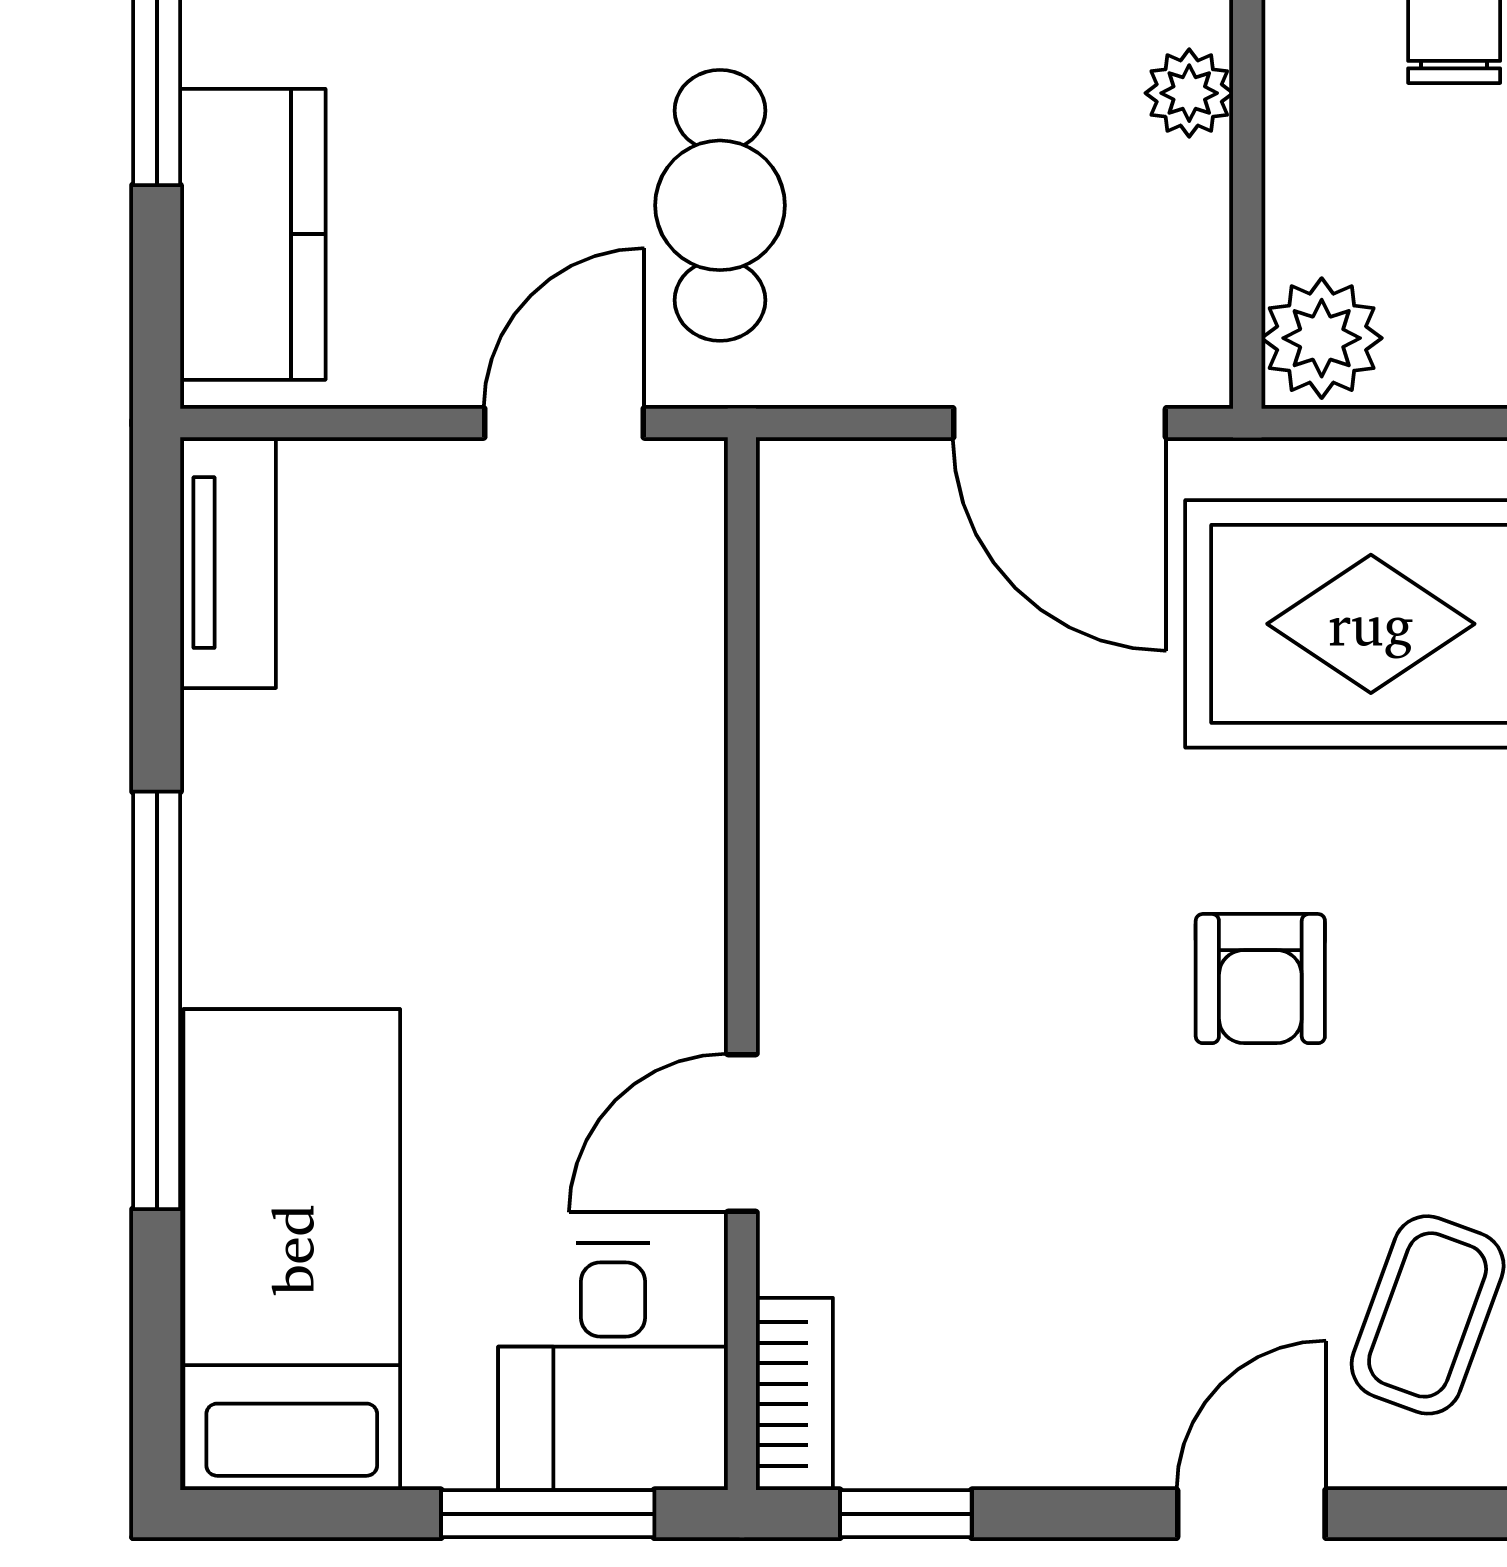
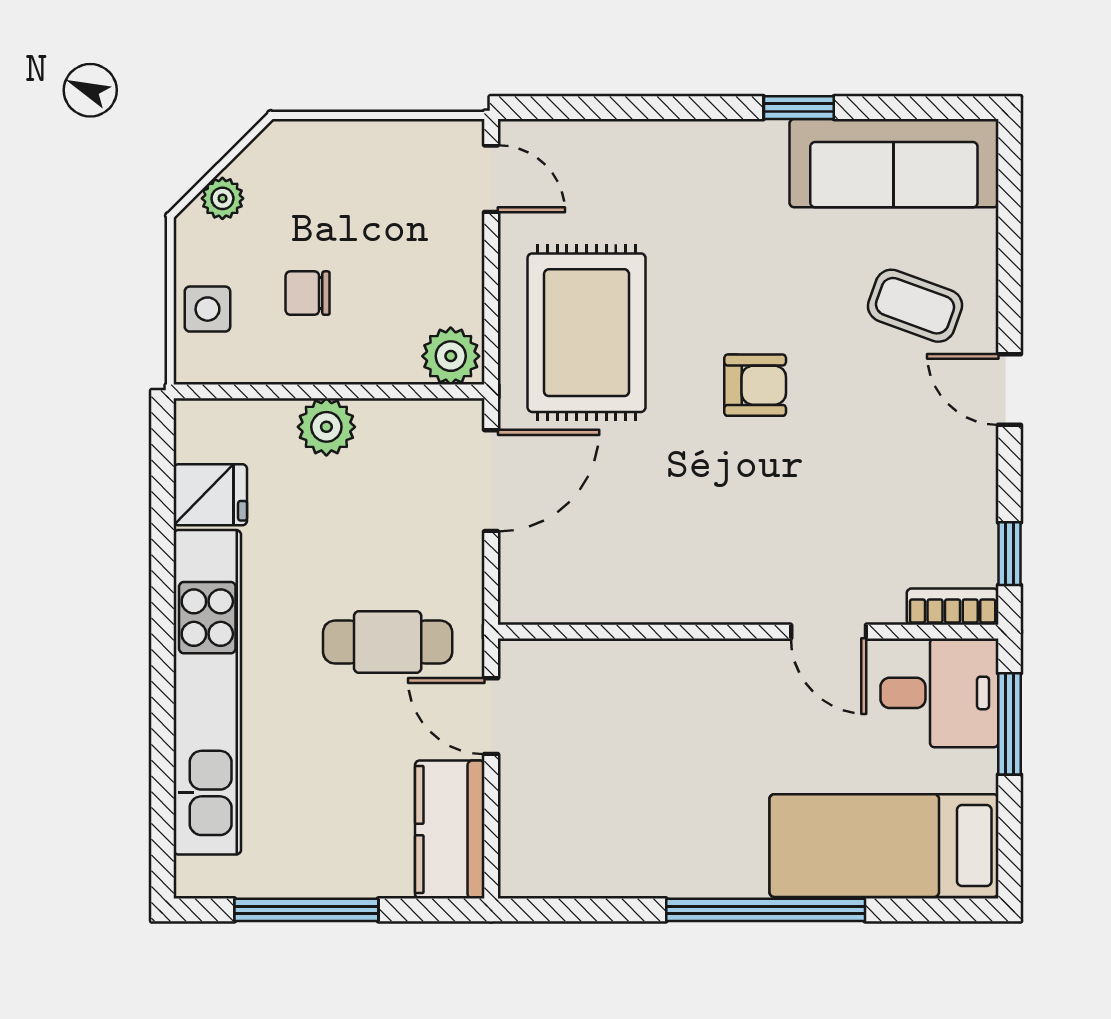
plant: (1189, 93) -> (326, 427), width x1.38, depth x1.38
kitchen counter: (253, 234) -> (450, 829), moved, turned -90
tv unit: (228, 563) -> (557, 876), removed

